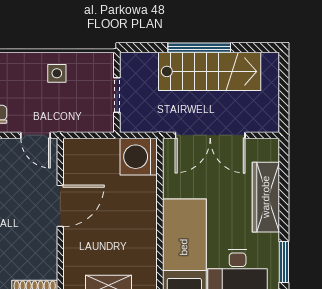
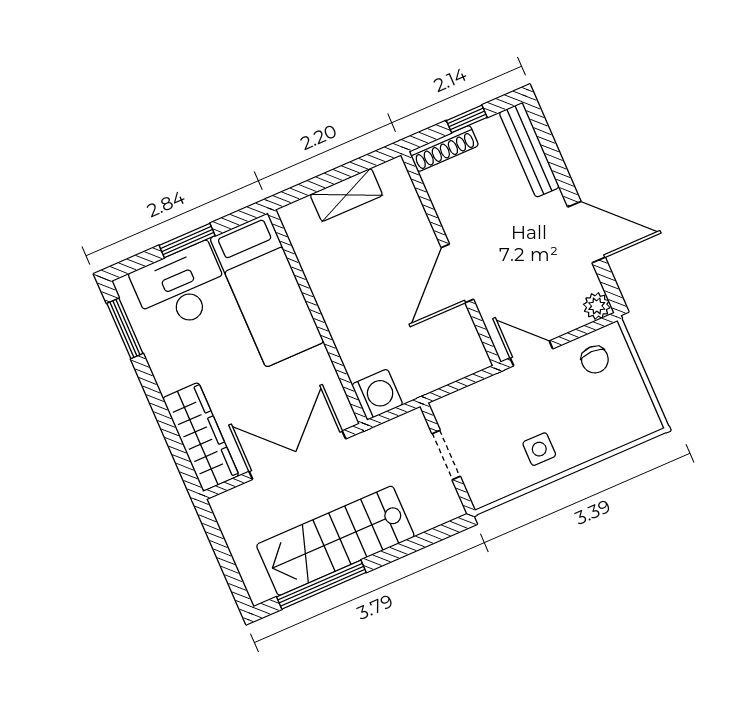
window: (199, 48) -> (321, 585), moved
washing machine: (139, 157) -> (377, 395), width x0.73, depth x0.73
wardrobe: (266, 197) -> (201, 437), moved

